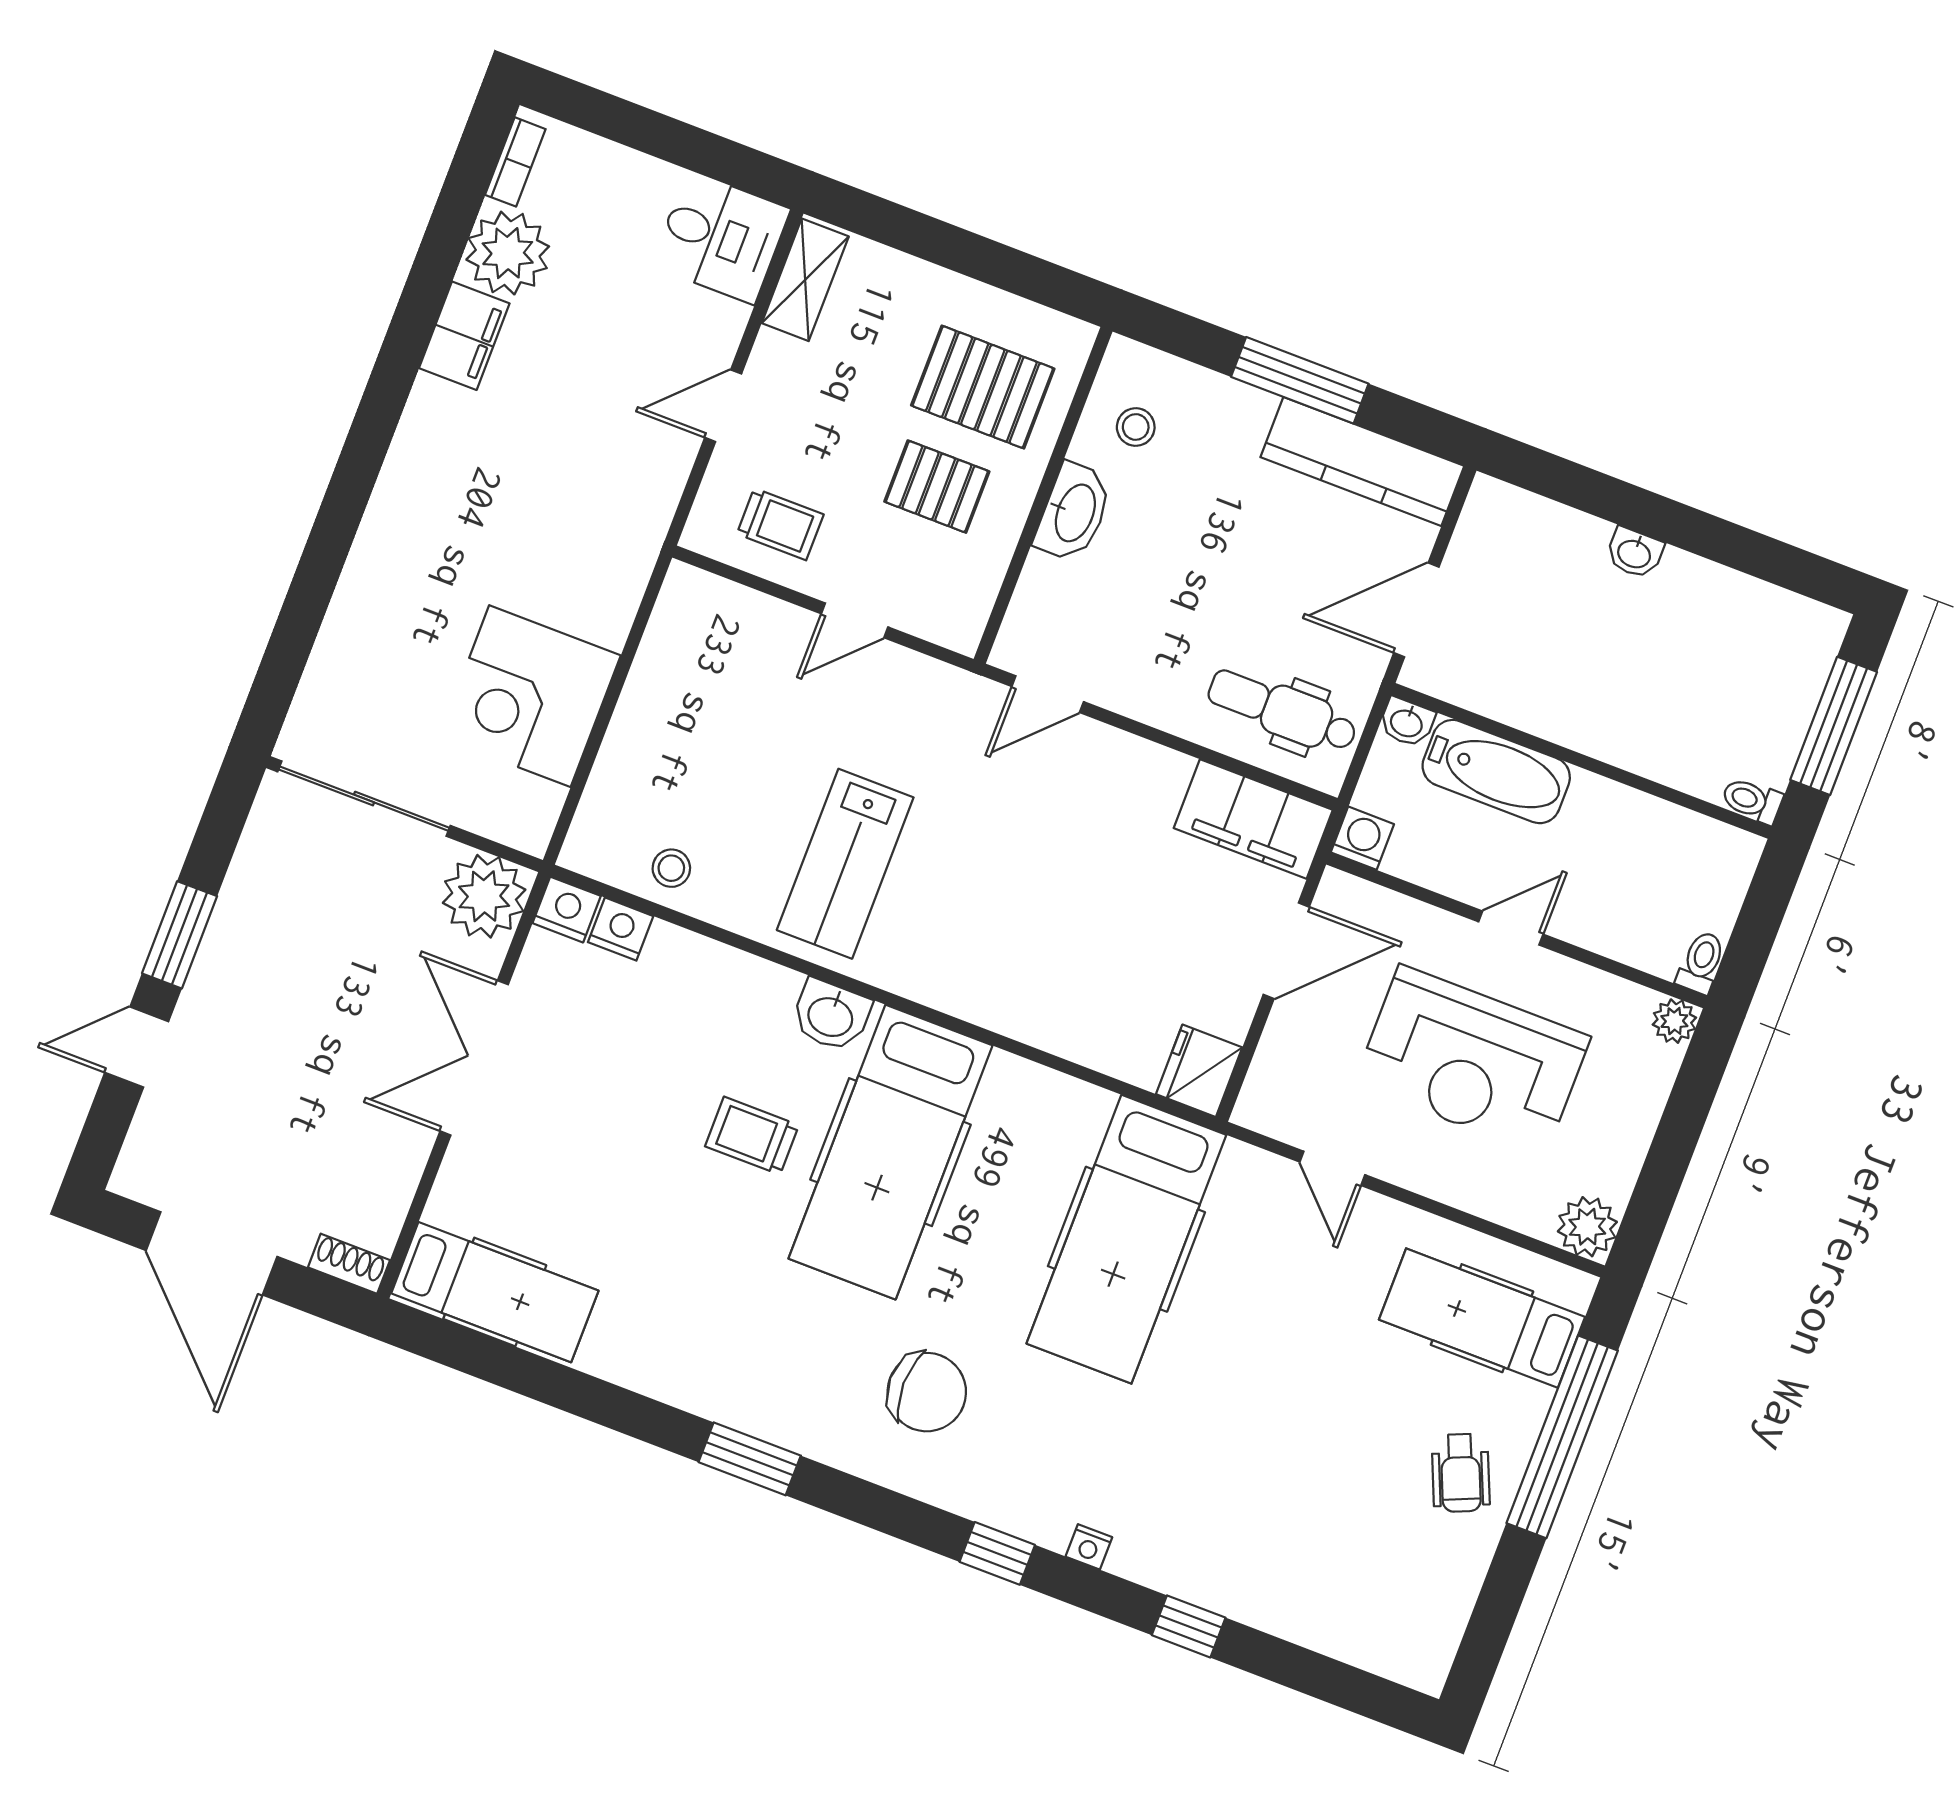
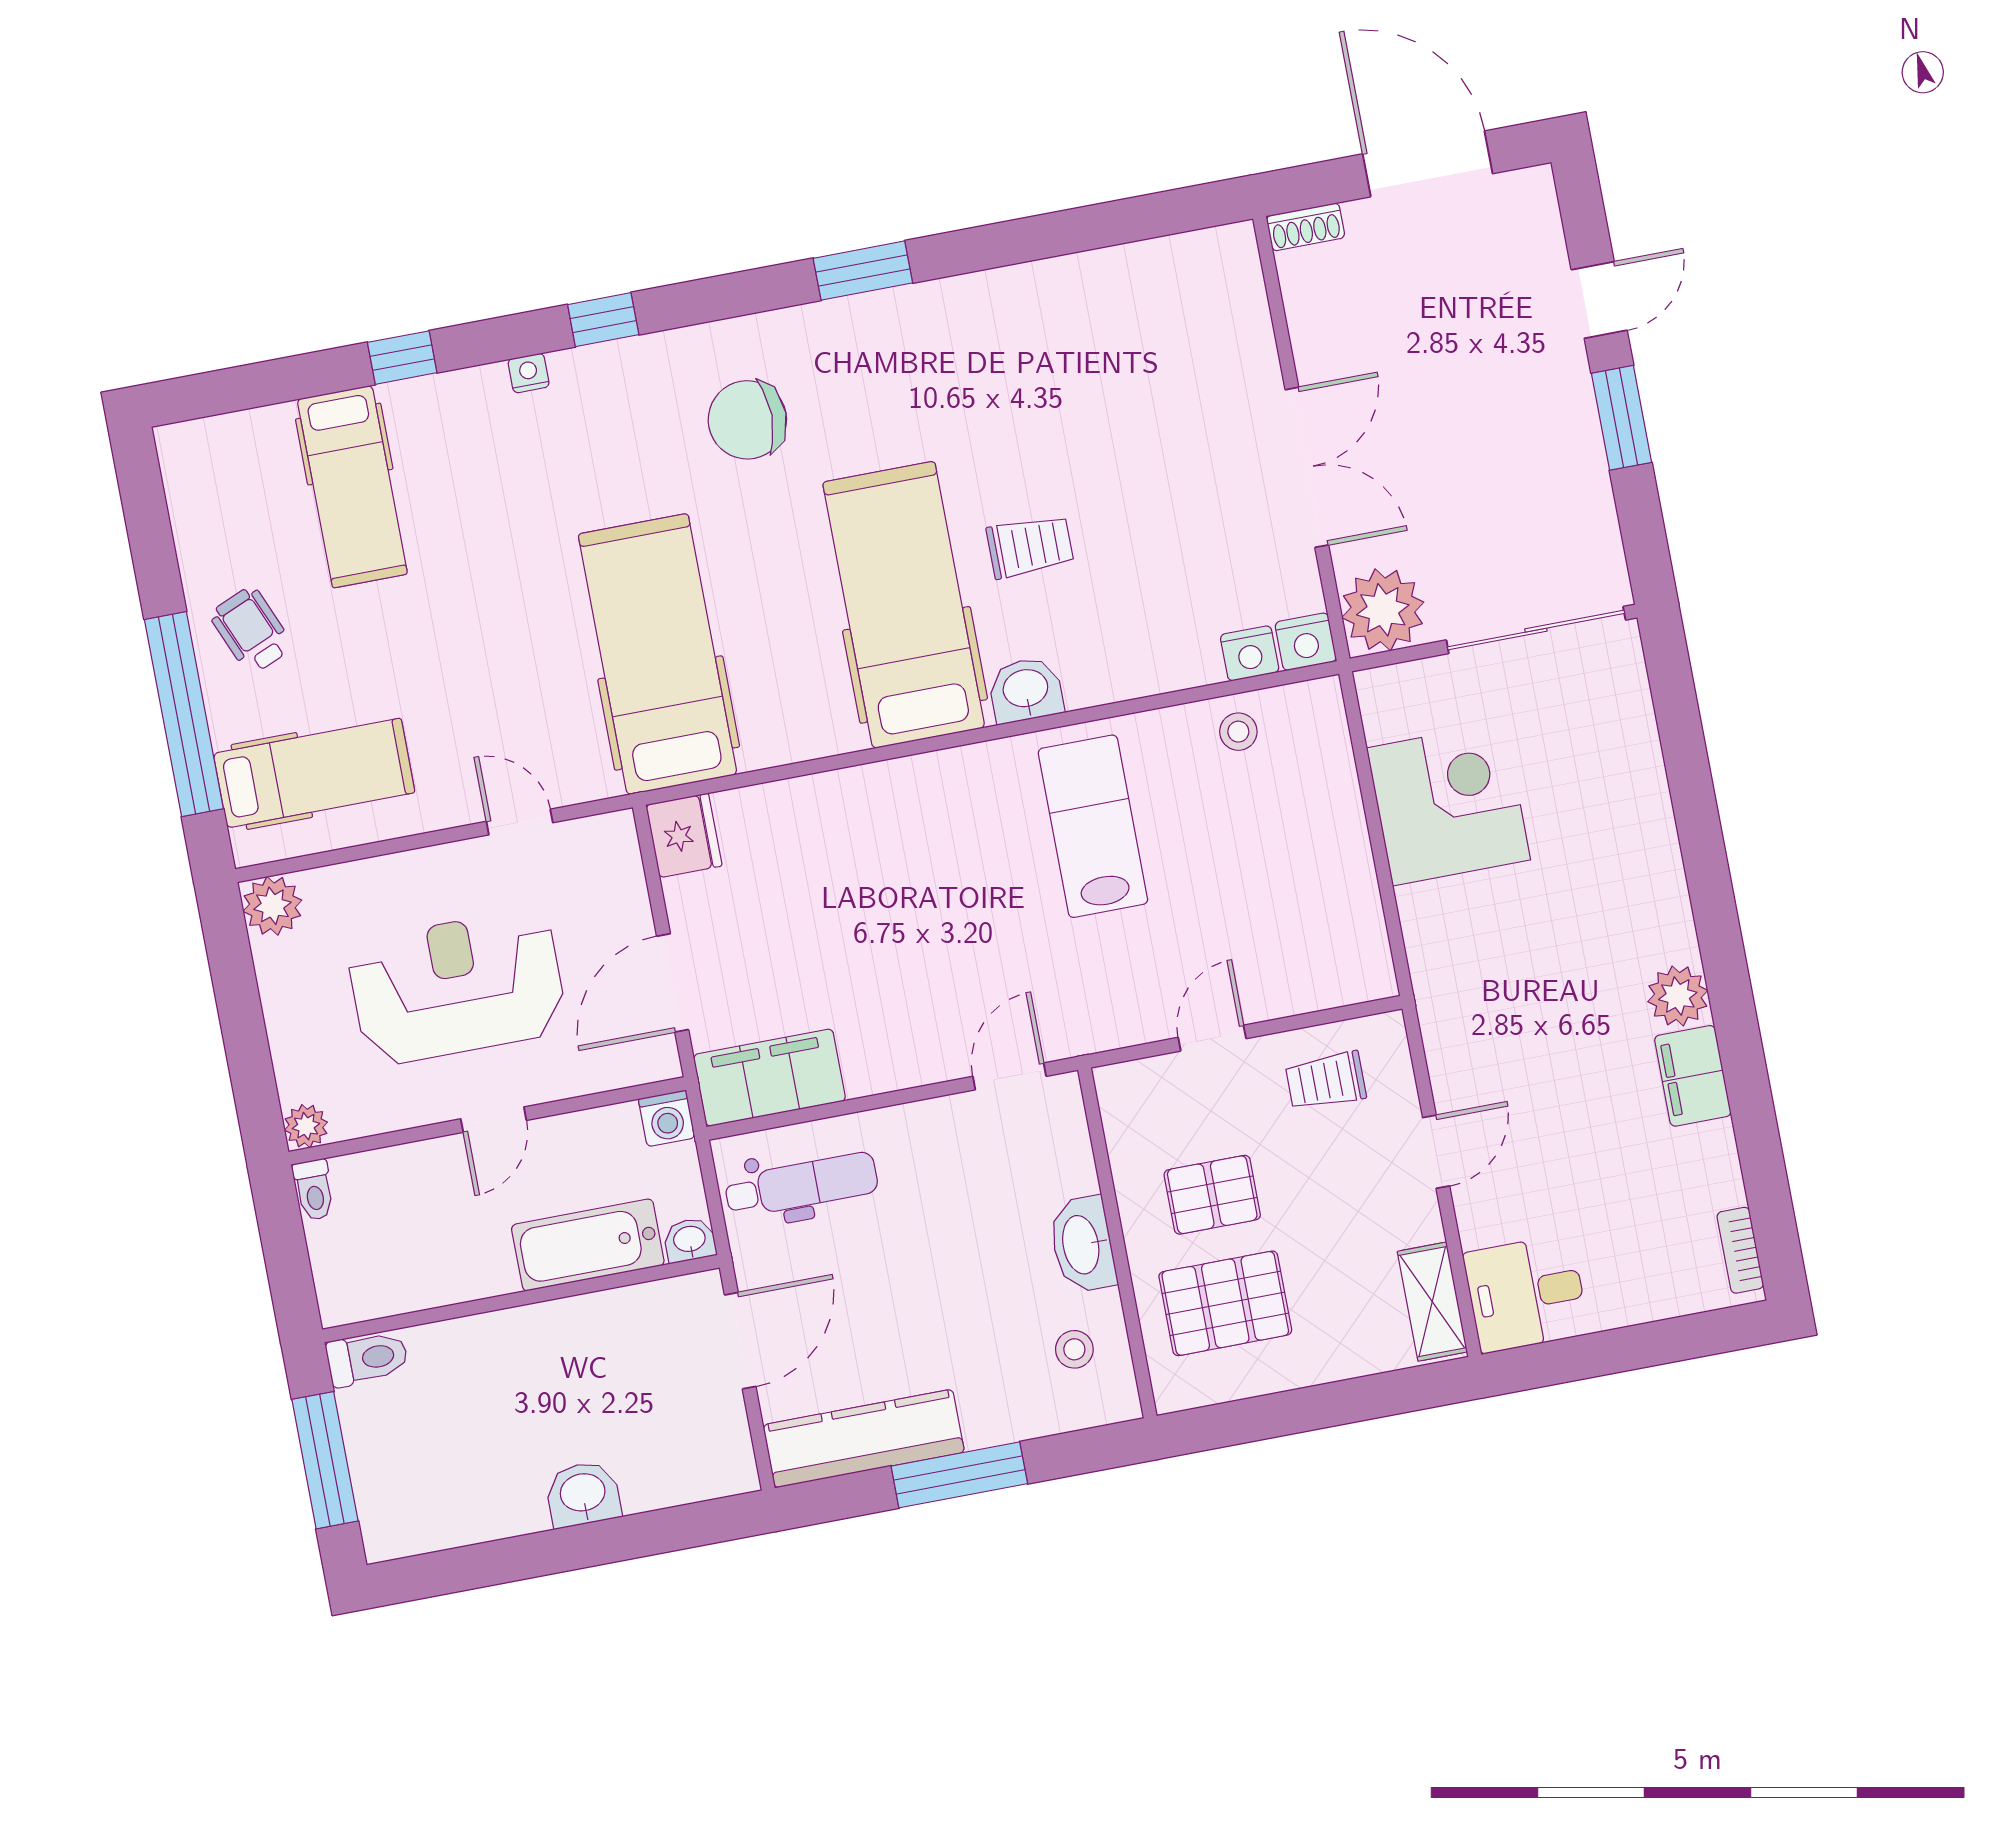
plant: (508, 253) -> (1678, 996), moved, width x0.73, depth x0.73
washbasin: (1634, 553) -> (583, 1494), width x1.38, depth x1.45
toilet: (1752, 800) -> (367, 1358), width x1.37, depth x1.39
hospital bed: (495, 1292) -> (352, 487), moved, turned -90

